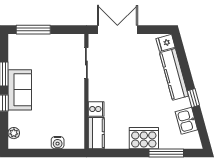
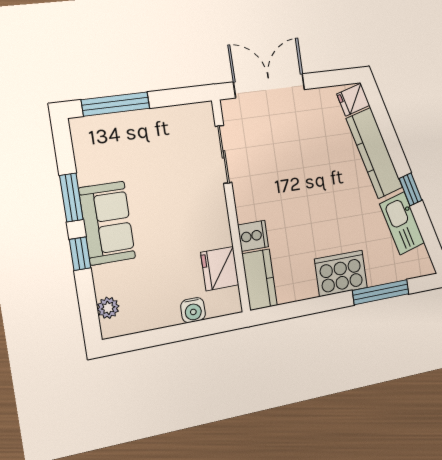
kitchen sink: (186, 121) -> (402, 223), width x1.38
fridge: (75, 123) -> (220, 269), added

